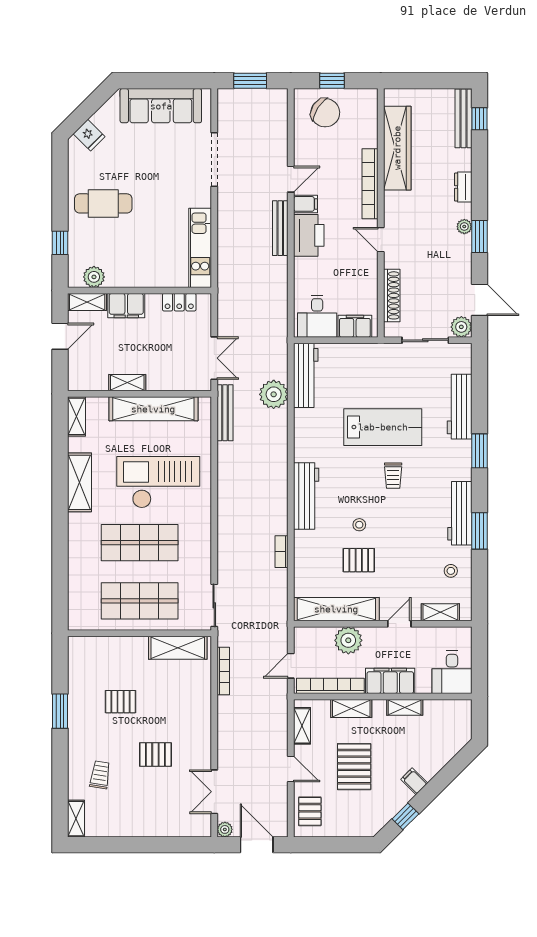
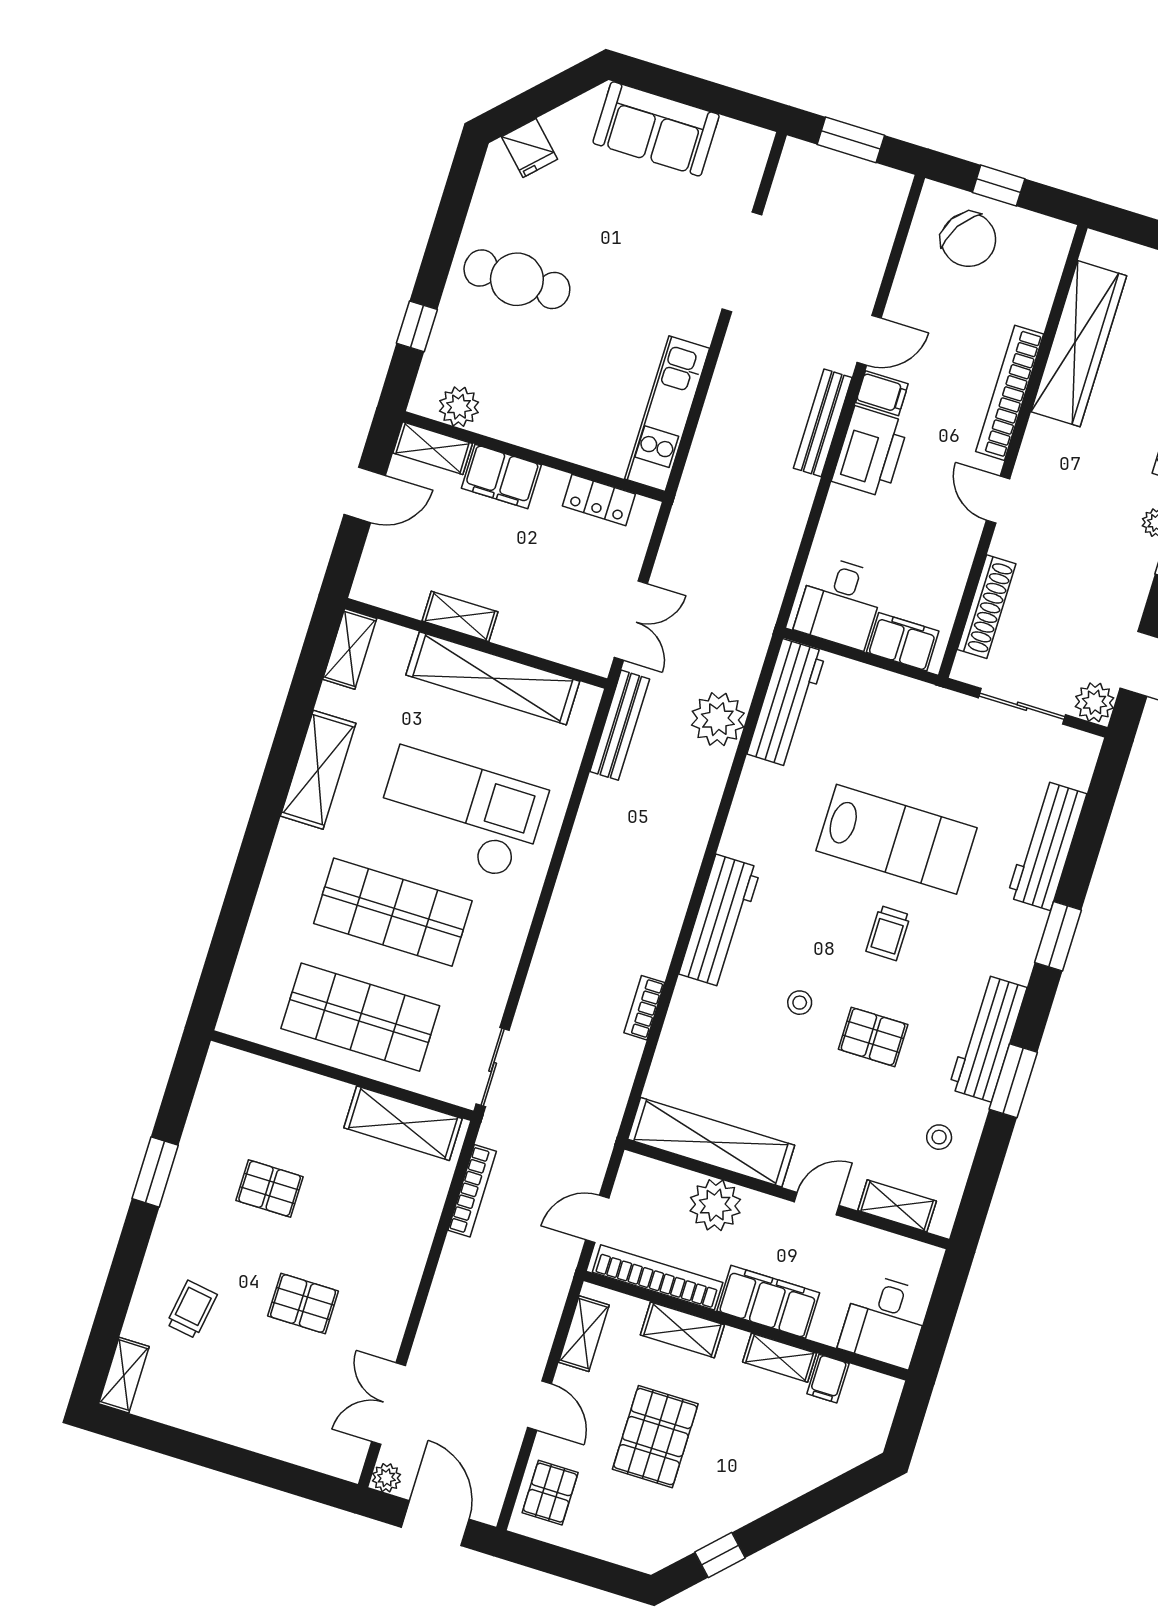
sofa: (161, 106) -> (656, 129), width x0.73
pallet: (359, 560) -> (873, 1037), moved
filing cabinet: (414, 781) -> (828, 1379), moved, turned -135

